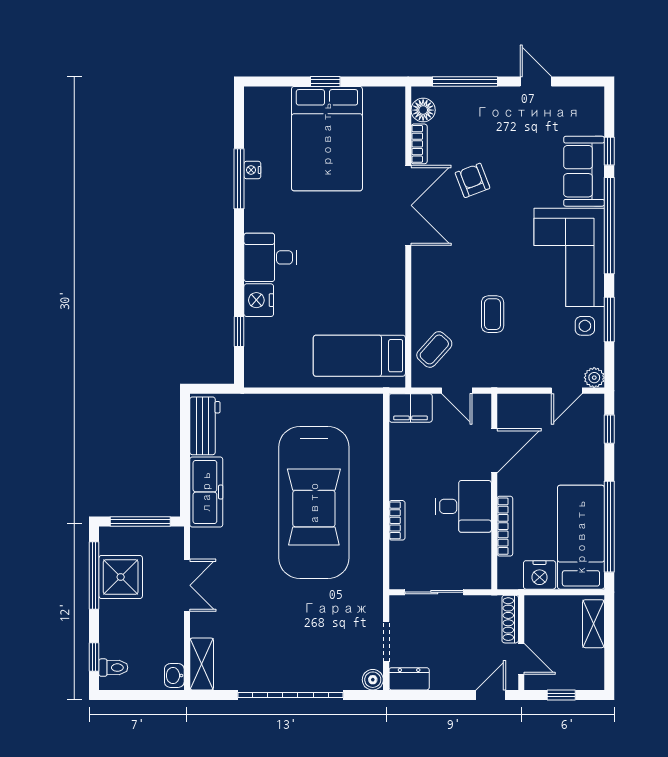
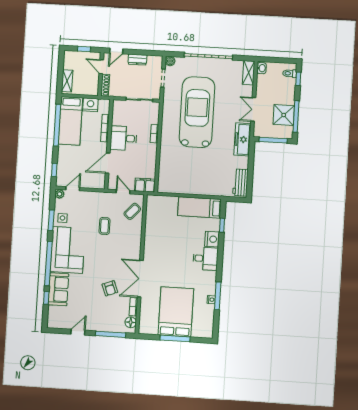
window: (325, 81) -> (175, 338), width x2.17
door: (536, 81) -> (78, 332), swing flipped
bed: (359, 356) -> (199, 207), moved, turned 180
freezer: (206, 492) -> (242, 139), moved
car: (314, 503) -> (197, 112), moved
dresser: (409, 679) -> (137, 60), moved

